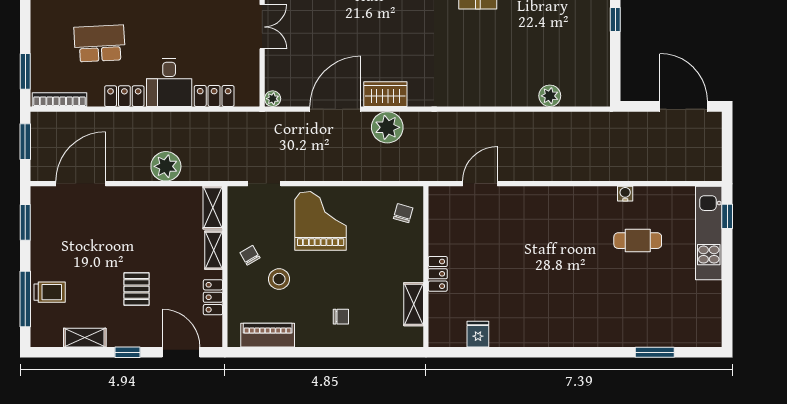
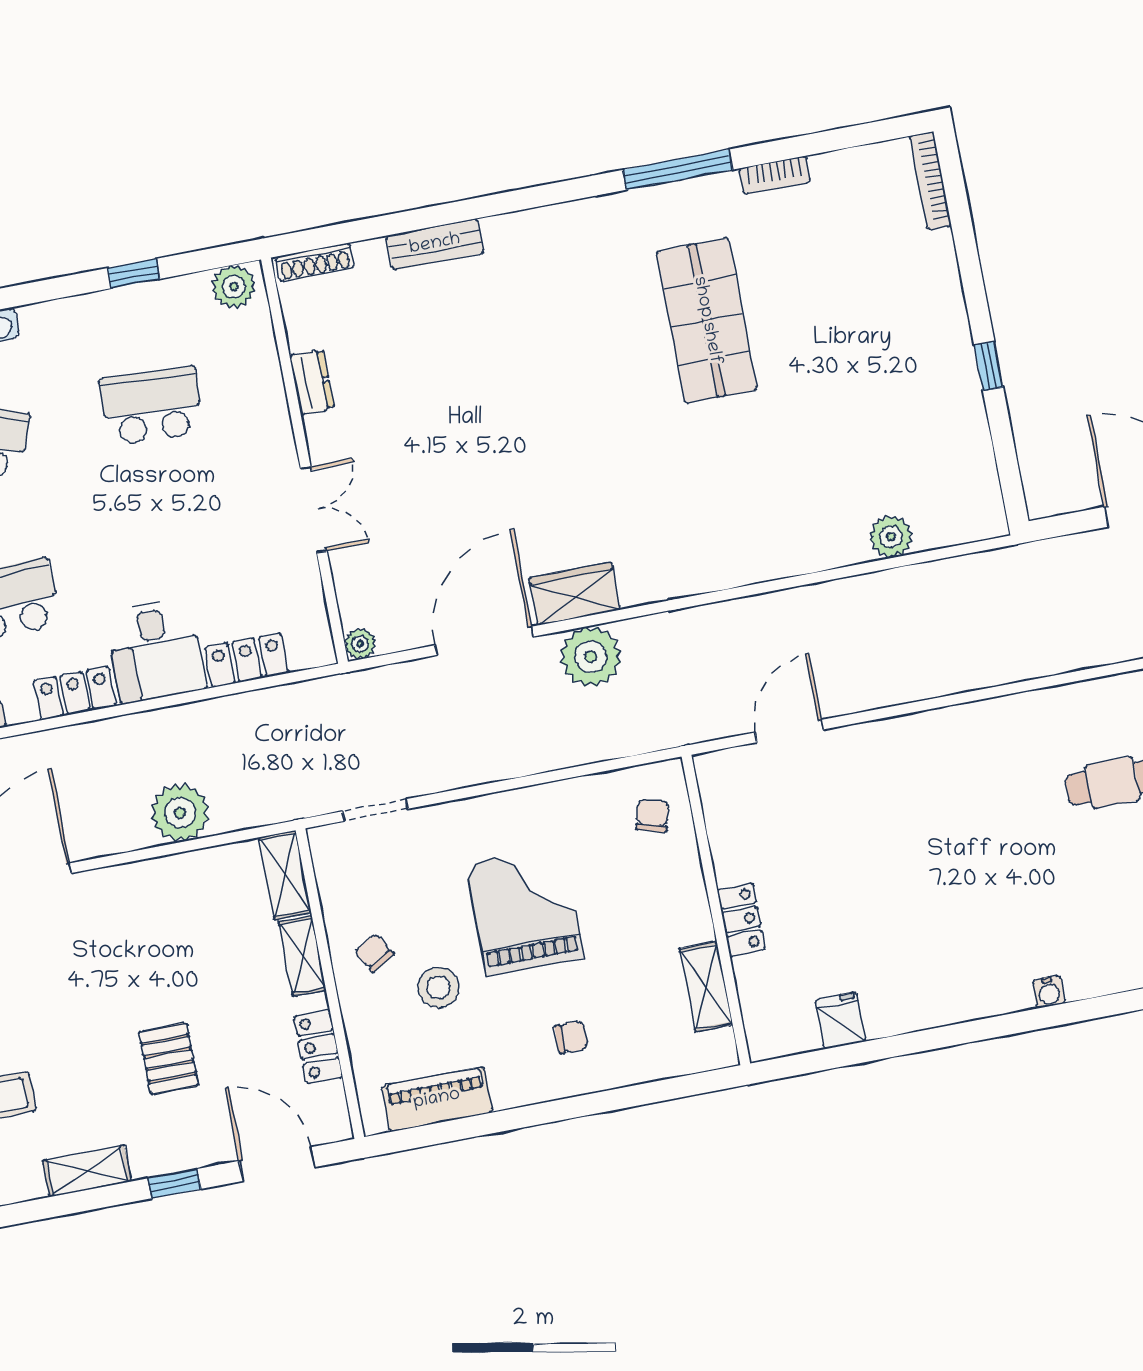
water cooler: (625, 194) -> (1049, 992), moved, turned 180
grand piano: (321, 221) -> (524, 911), moved

